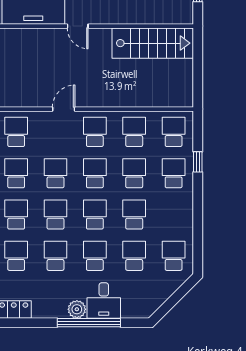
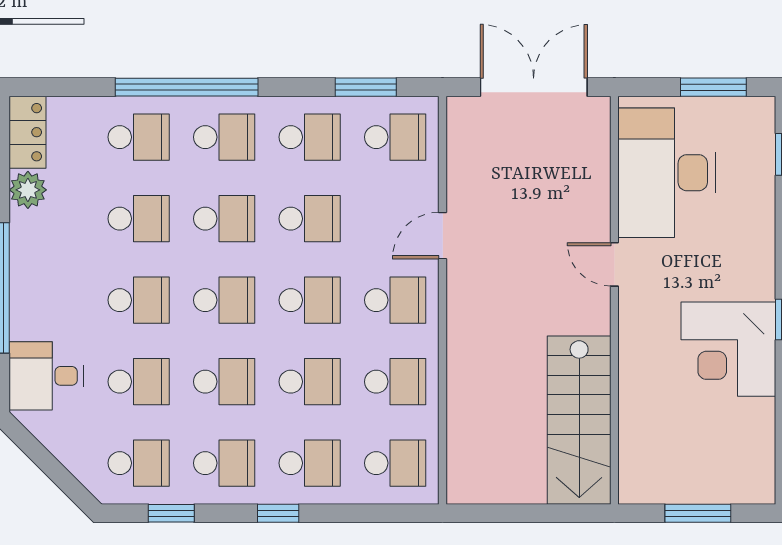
door: (78, 26) -> (614, 264), hinge flipped
door: (64, 109) -> (443, 236), swing flipped
window: (198, 162) -> (278, 513), moved
school desk: (174, 215) -> (224, 463), added
window: (198, 240) -> (171, 513), added
desk: (104, 300) -> (46, 376), moved
plant: (77, 309) -> (28, 190), moved

